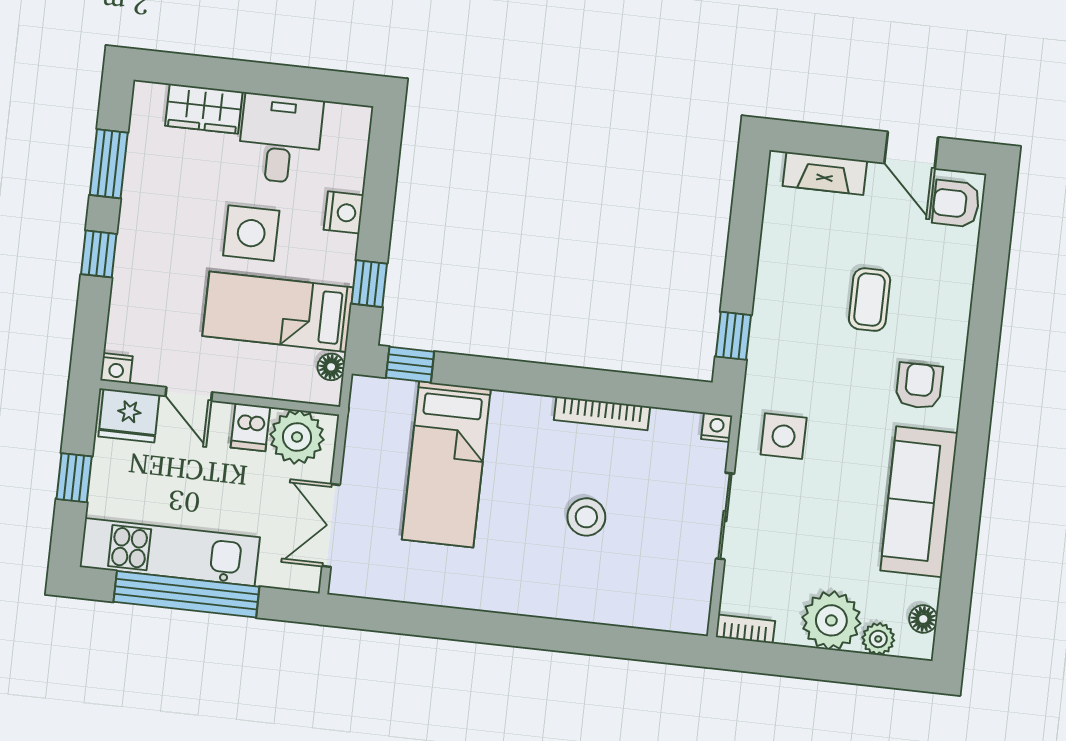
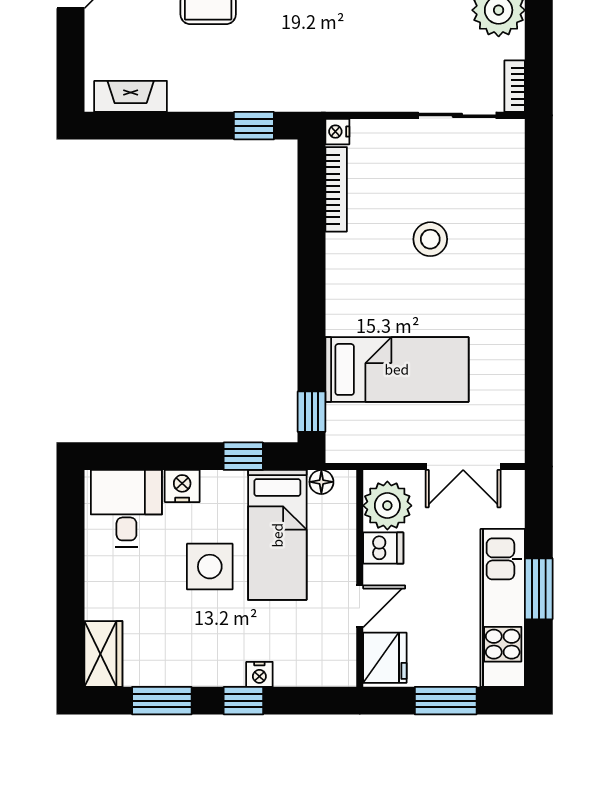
wardrobe: (204, 109) -> (103, 654), moved
desk: (280, 139) -> (126, 508), moved, turned 90
fireplace: (825, 173) -> (131, 96), moved, turned -90
nightstand: (116, 368) -> (259, 674), moved, turned 90
bookcase: (602, 413) -> (336, 189), moved
side table: (784, 436) -> (339, 71), removed
window: (74, 478) -> (446, 701), width x1.50
sliding door: (725, 516) -> (457, 115), moved
window: (186, 594) -> (539, 589), width x0.47

